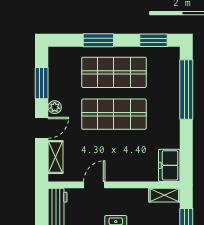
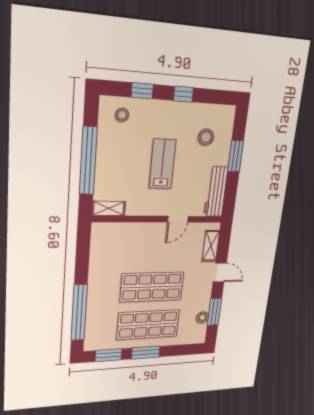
window: (98, 40) -> (146, 352), moved
plant: (55, 107) -> (202, 317), moved
door: (42, 128) -> (220, 273), swing flipped
freezer: (169, 165) -> (101, 239), removed

